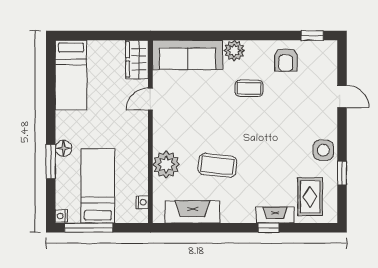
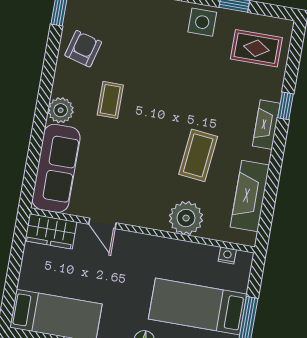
armchair: (286, 60) -> (83, 49), turned -75
fireplace: (275, 215) -> (266, 125), moved

